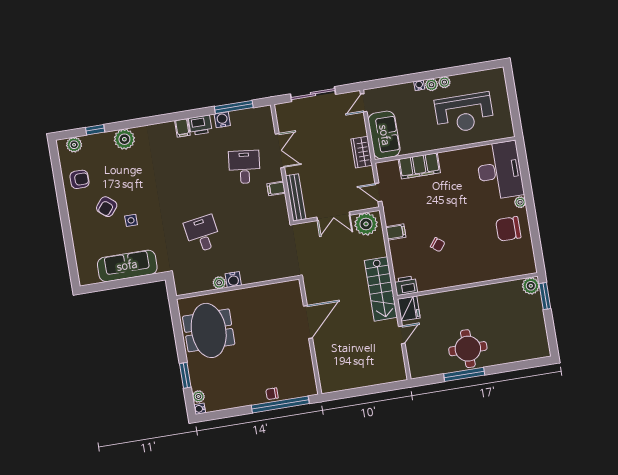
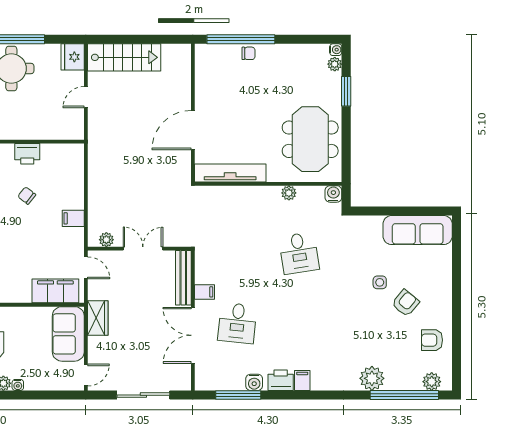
window: (95, 130) -> (404, 395), width x3.17
double door: (280, 151) -> (193, 335), width x1.37
filing cabinet: (419, 166) -> (55, 291), moved
plant: (366, 224) -> (106, 240), width x0.53, depth x0.53
sofa: (127, 266) -> (418, 230), moved
water cooler: (233, 280) -> (333, 194), moved
printer: (406, 286) -> (27, 154), moved
stairs: (381, 289) -> (124, 57), moved, turned 90
tv unit: (271, 291) -> (230, 173), added
fridge: (409, 308) -> (73, 57), moved

